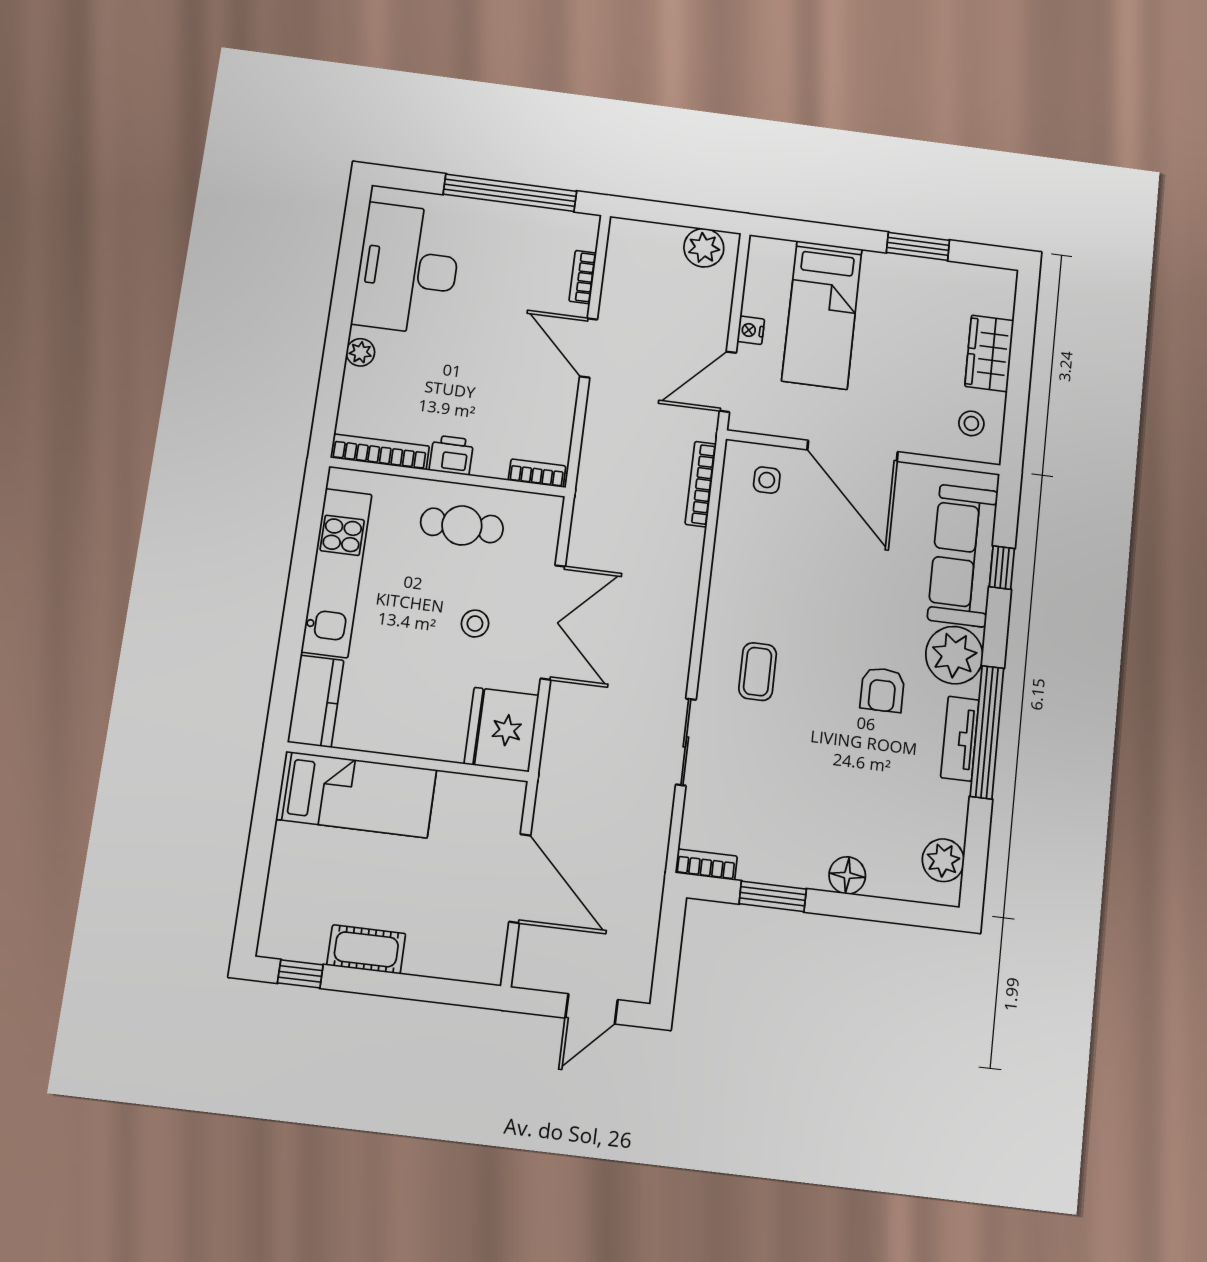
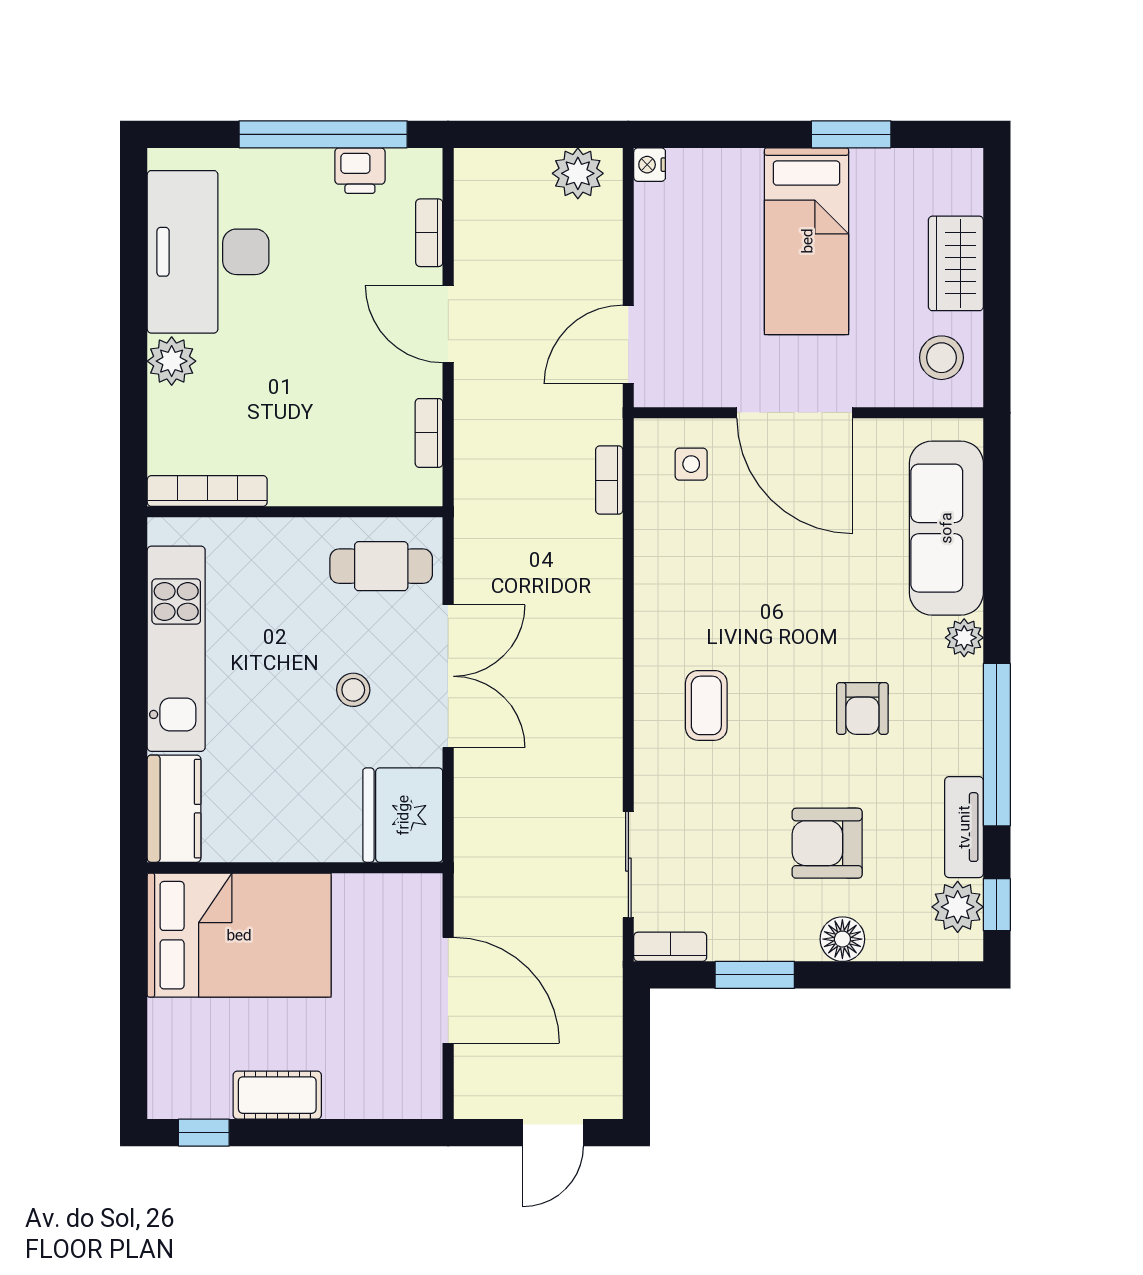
bed: (822, 315) -> (807, 241), moved
nightstand: (751, 330) -> (650, 165), moved
plant: (360, 352) -> (172, 361), width x1.38, depth x1.38
stool: (971, 423) -> (941, 358), width x1.37, depth x1.37
printer: (451, 455) -> (360, 171), moved, turned 180
bookcase: (537, 473) -> (429, 433), moved, turned -90
bookcase: (701, 484) -> (609, 480), width x0.64
cafe table: (462, 525) -> (381, 566), moved
window: (1002, 568) -> (997, 905), moved
plant: (954, 655) -> (964, 638), width x0.53, depth x0.53
tv unit: (960, 739) -> (964, 827), moved
sliding door: (686, 742) -> (628, 865), moved
bed: (356, 794) -> (239, 935), width x1.50
armchair: (843, 795) -> (827, 843), added

